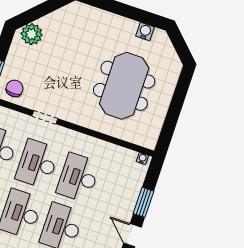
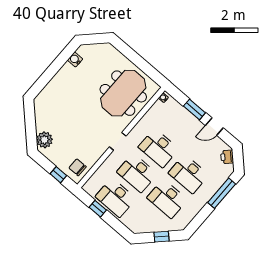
meeting table: (124, 86) -> (123, 93), moved, turned 90
doorway: (45, 117) -> (118, 141), moved

